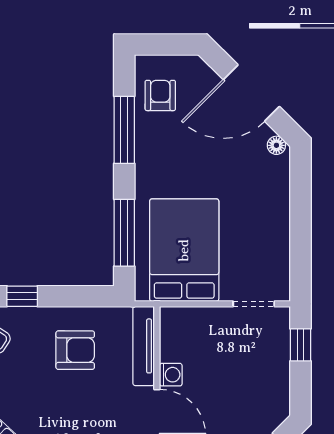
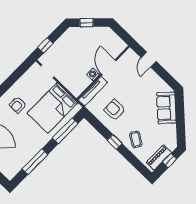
armchair: (160, 95) -> (18, 105), moved

